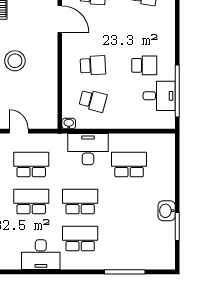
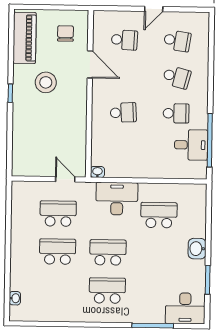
stool: (15, 61) -> (46, 82), moved
school desk: (93, 101) -> (177, 77), moved
door: (19, 131) -> (65, 179), moved
washbasin: (167, 211) -> (197, 249), moved
desk: (41, 255) -> (185, 308), moved

